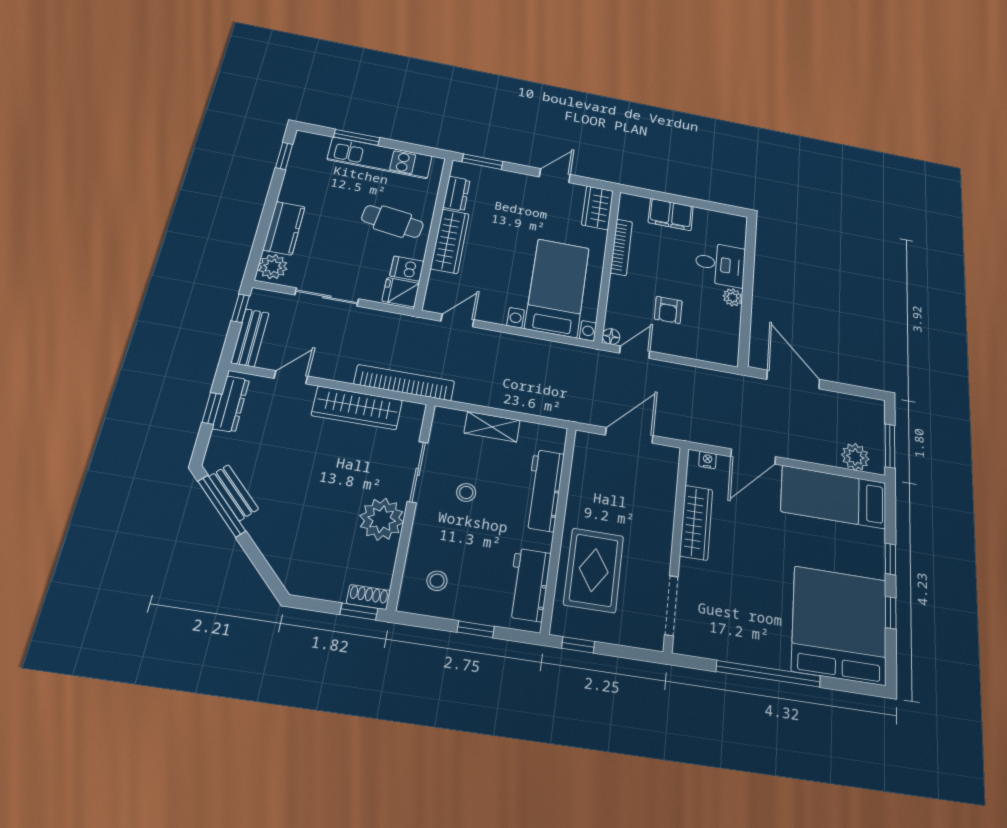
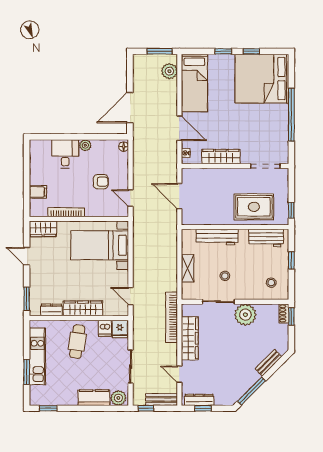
filing cabinet: (671, 215) -> (38, 192), width x0.50
floor lamp: (611, 336) -> (124, 147), moved
bench: (234, 493) -> (268, 363), moved

